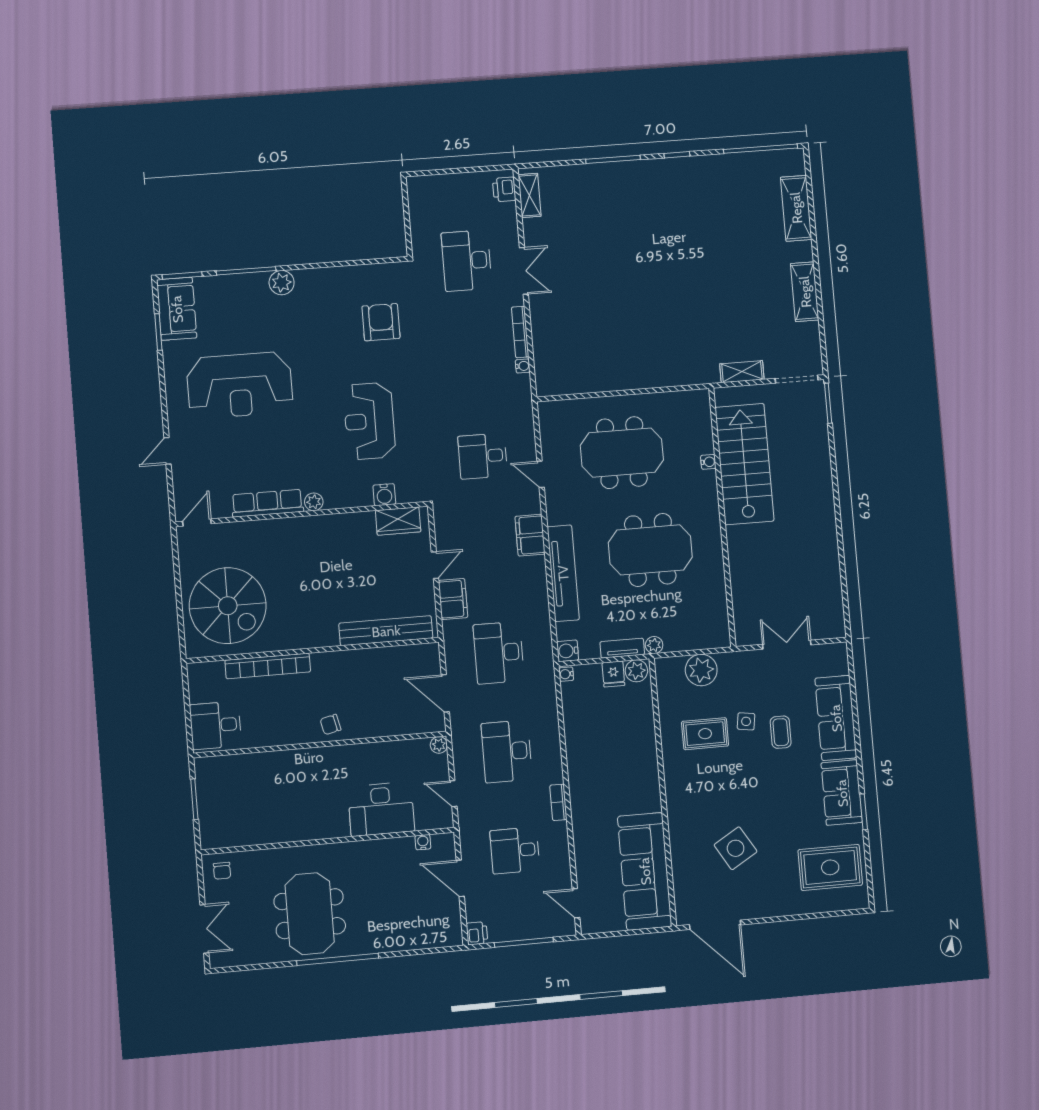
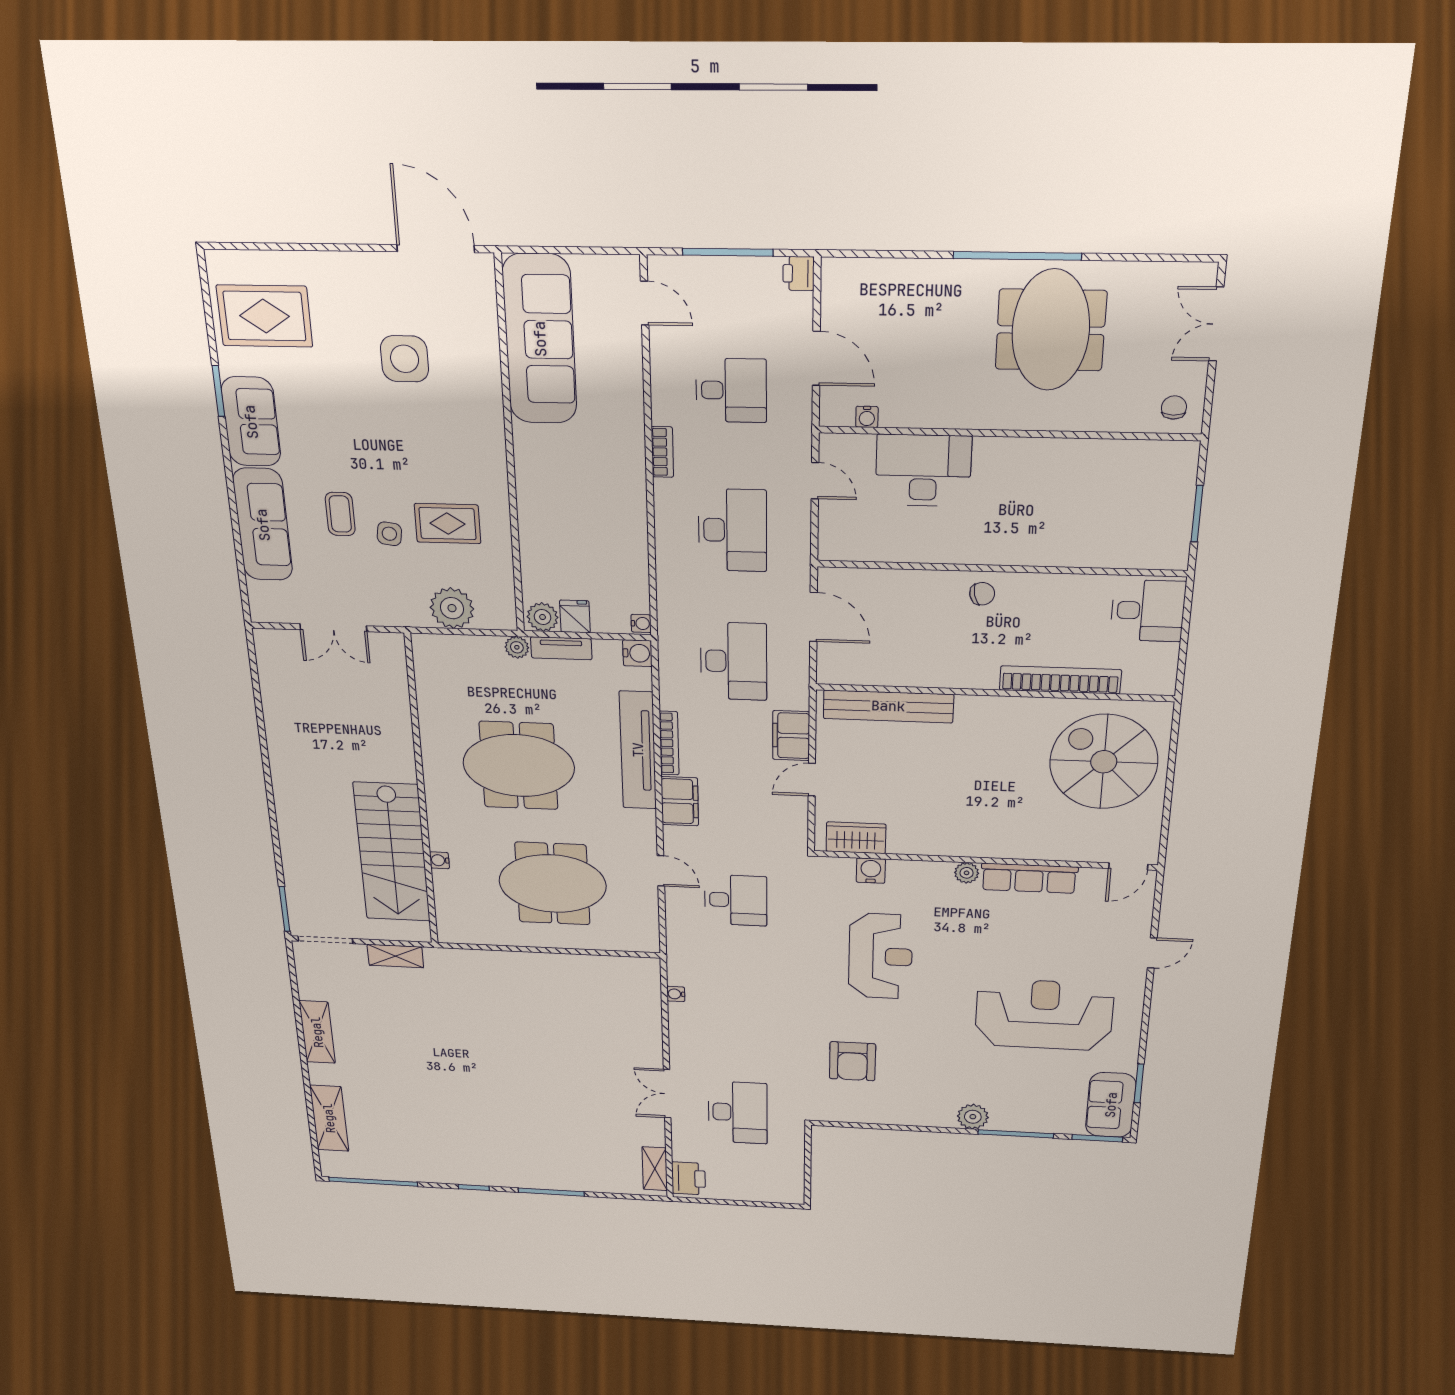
printer: (504, 189) -> (689, 1178), width x1.36, depth x1.24
bookcase: (520, 332) -> (669, 743), moved
plant: (439, 745) -> (829, 550), removed
side table: (736, 848) -> (405, 359), turned 31

